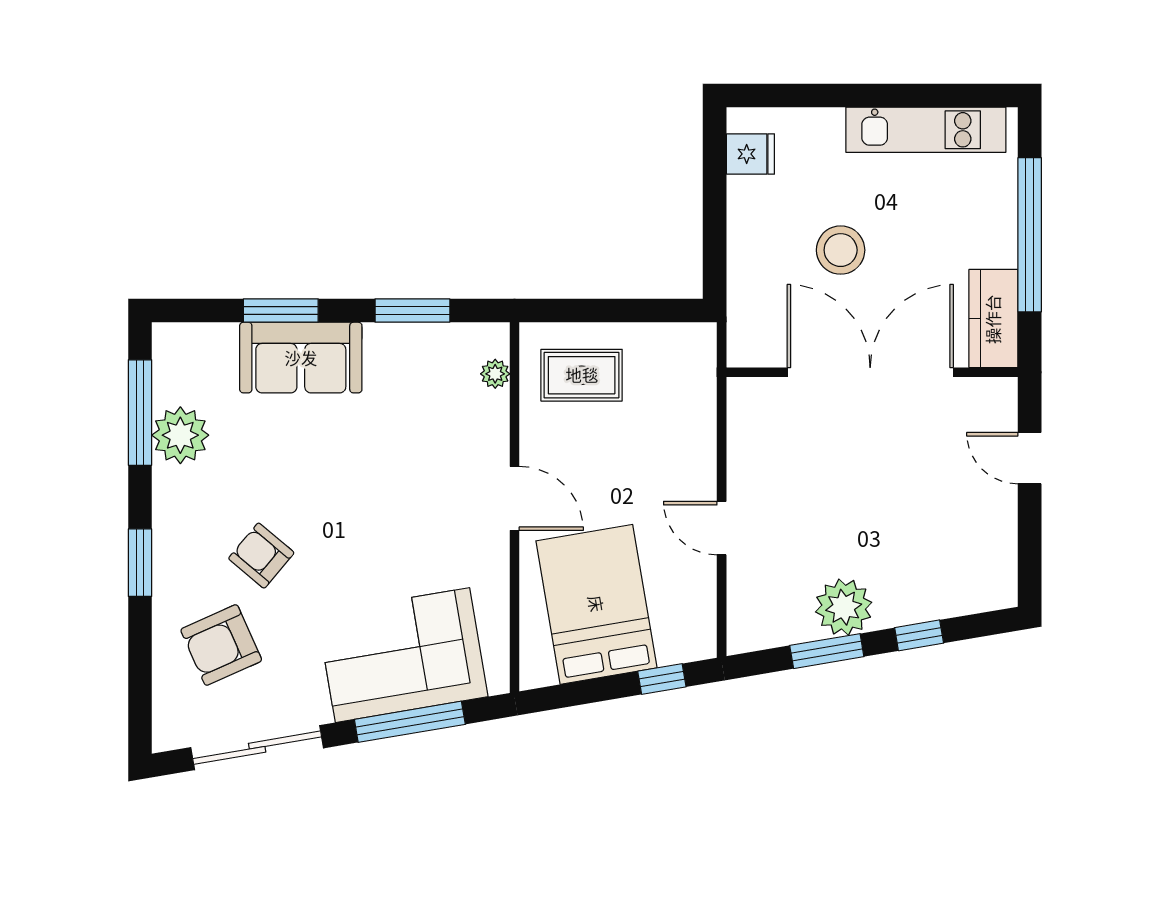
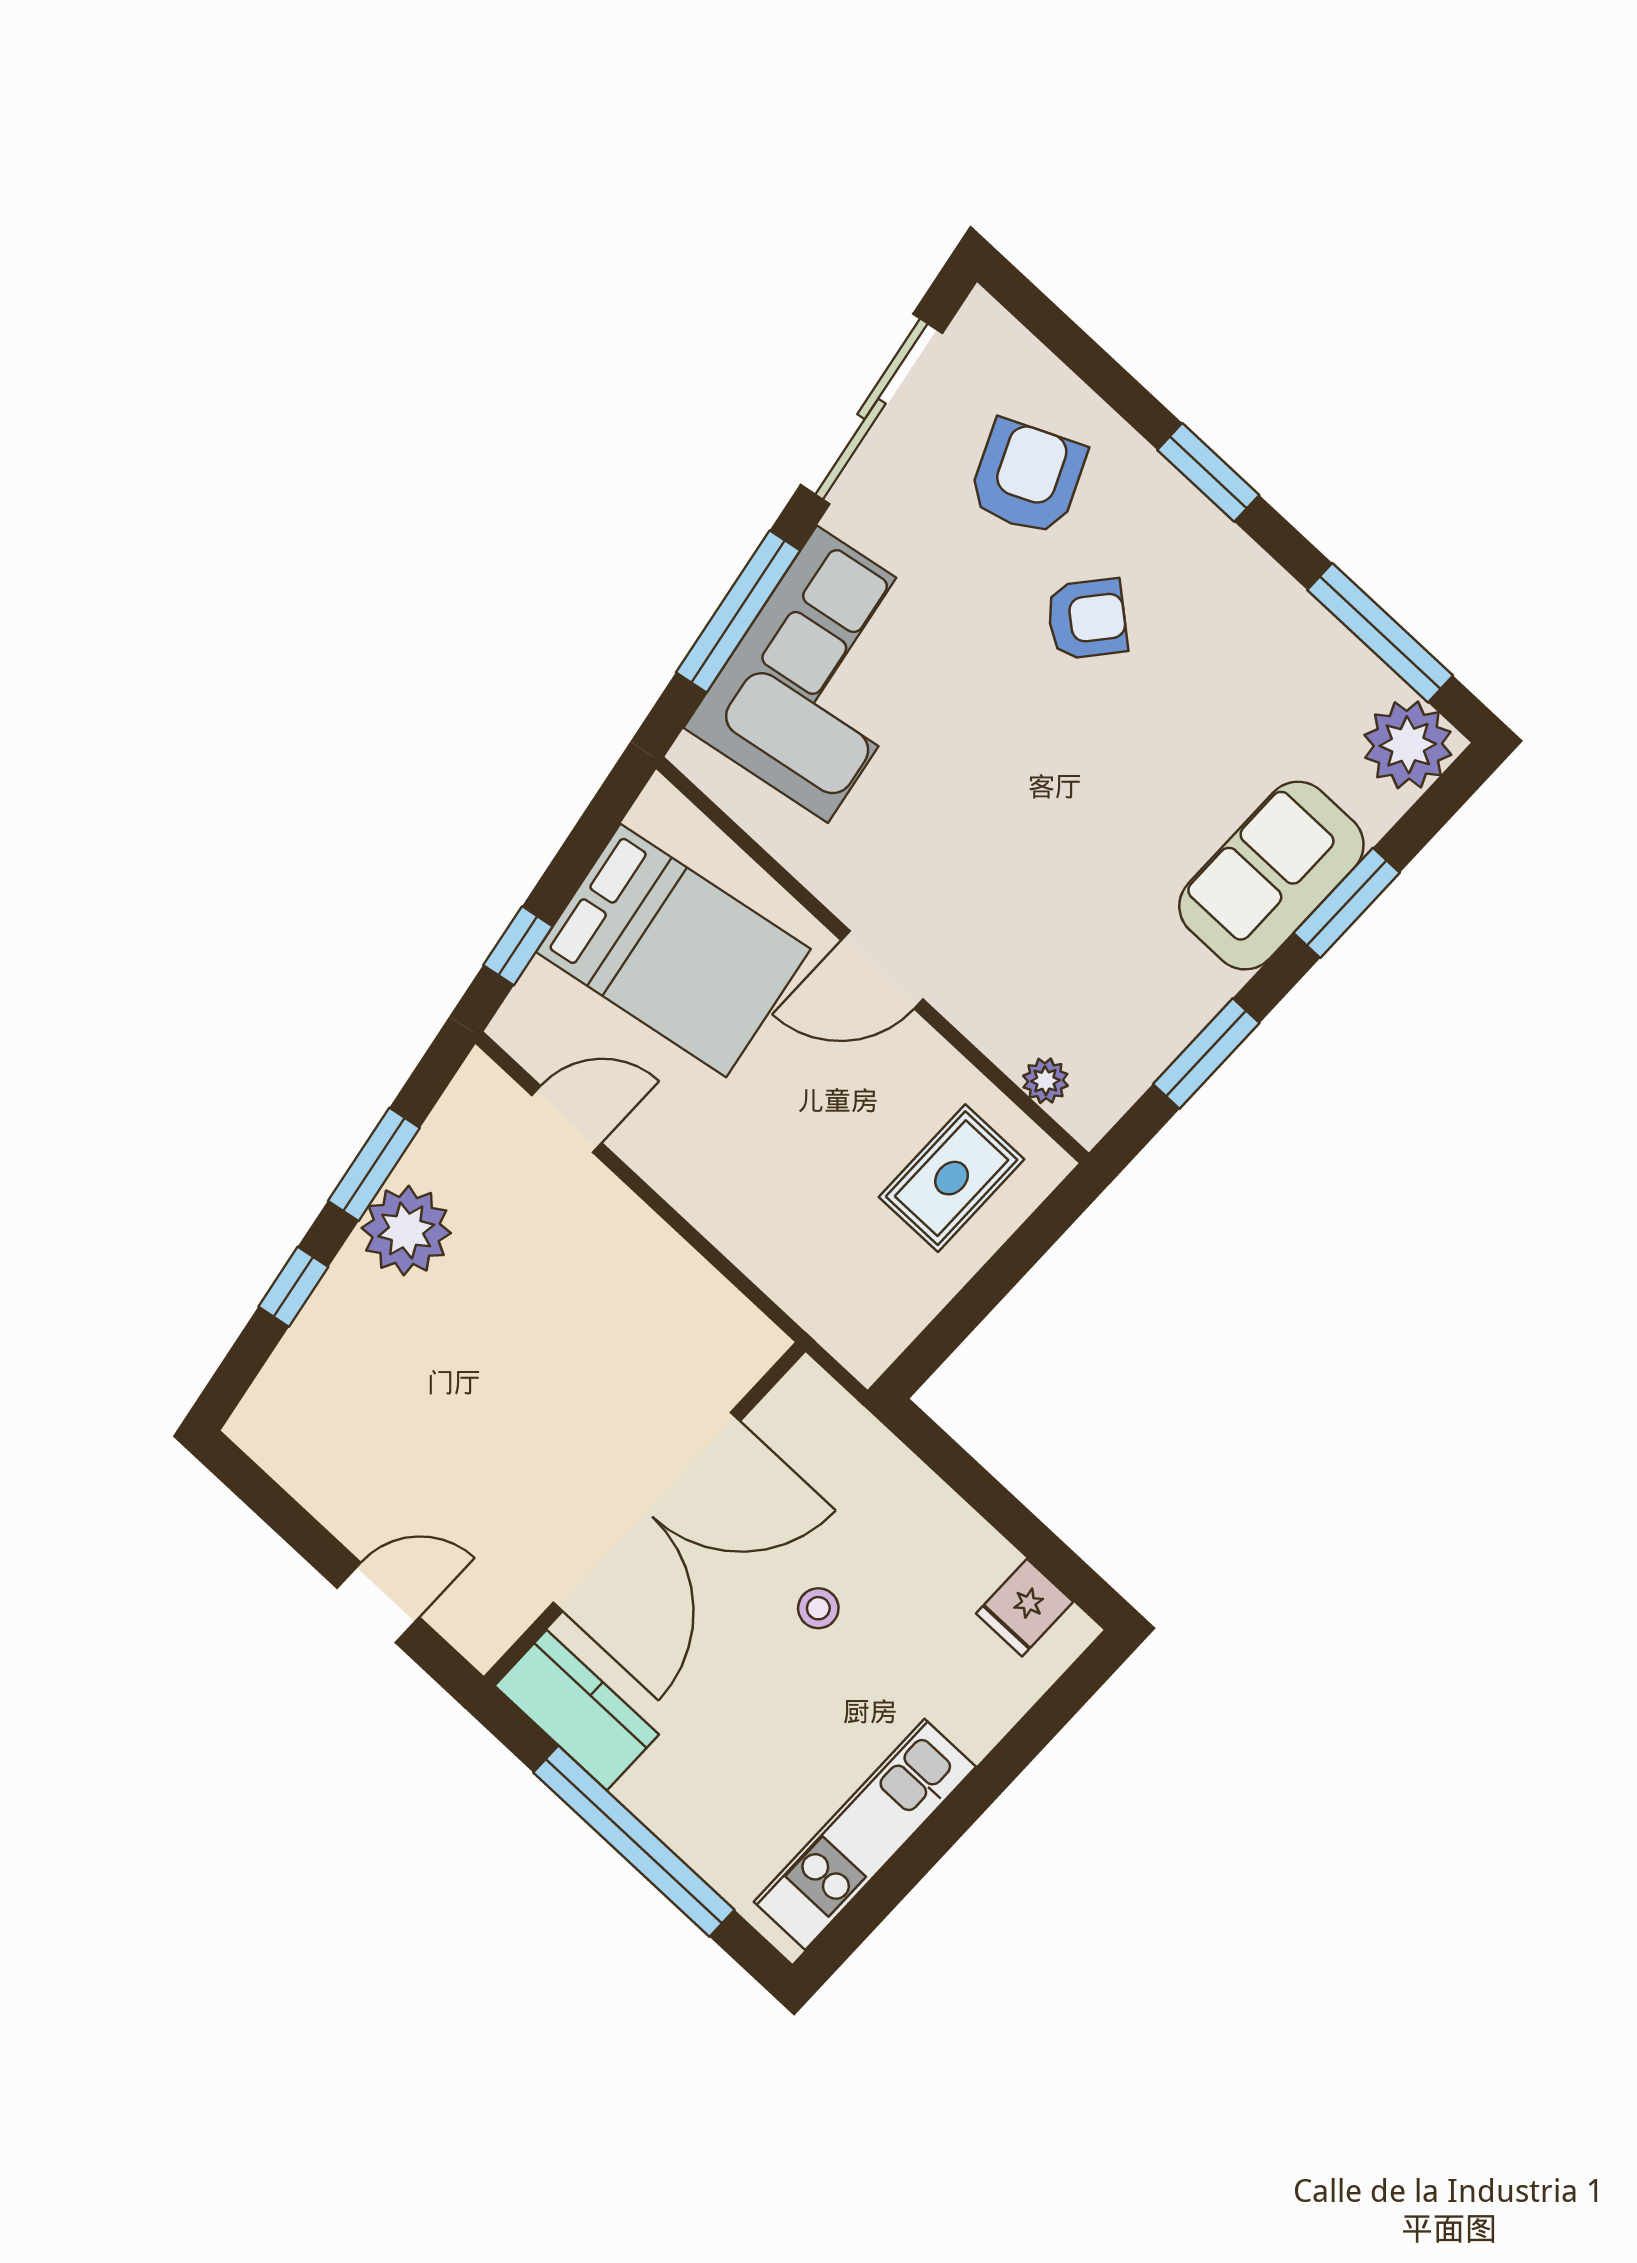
stool: (841, 250) -> (818, 1608), width x0.53, depth x0.53
plant: (180, 435) -> (1408, 745), moved
door: (722, 528) -> (567, 1119), moved

